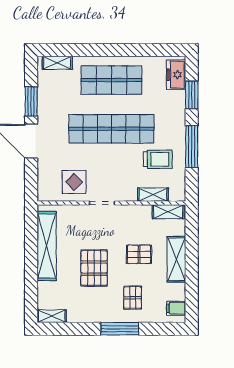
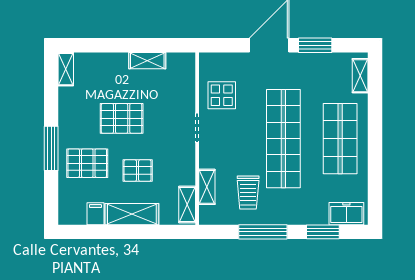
shelving: (47, 246) -> (147, 61), width x0.45, depth x0.75
pallet: (139, 254) -> (138, 171), turned 90
pallet: (133, 298) -> (87, 163), width x1.50, depth x1.42
filing cabinet: (176, 308) -> (95, 214), moved

